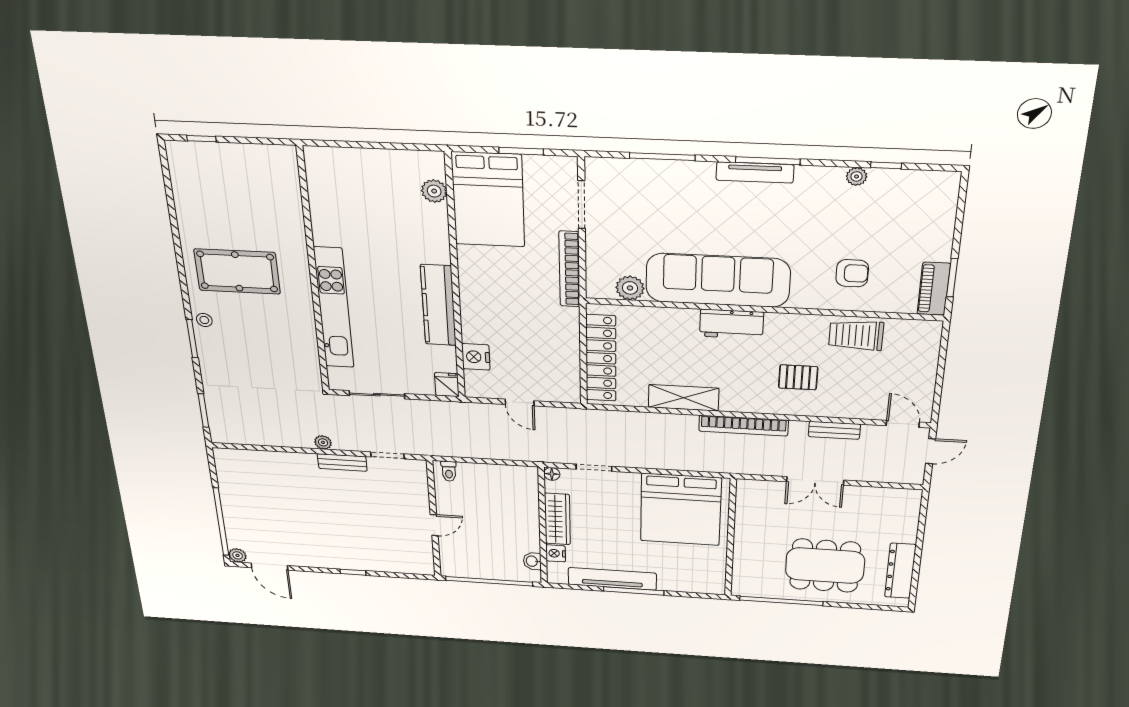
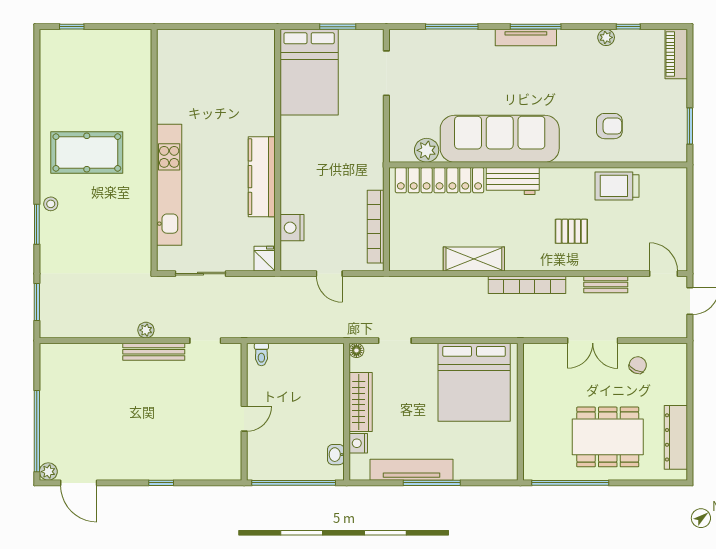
plant: (434, 191) -> (264, 66), removed
bookcase: (569, 269) -> (376, 227), moved
piano: (934, 289) -> (676, 54), moved
locker: (601, 358) -> (439, 180), moved, turned 90
bench: (342, 462) -> (154, 352), width x1.36
chair: (864, 506) -> (638, 365), added

